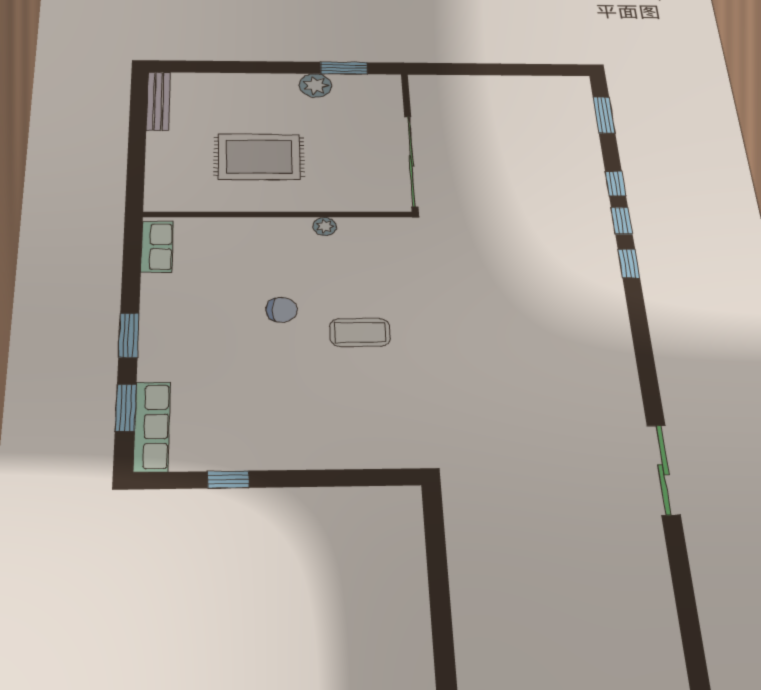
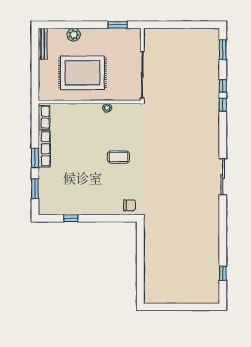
plant: (315, 85) -> (74, 35), moved
rug: (259, 157) -> (82, 73), width x1.37, depth x1.44
window: (629, 264) -> (223, 273), moved
chair: (282, 310) -> (129, 205), moved
row of seats: (152, 426) -> (44, 149), moved
sliding door: (663, 470) -> (223, 177), moved

